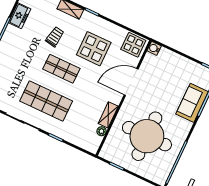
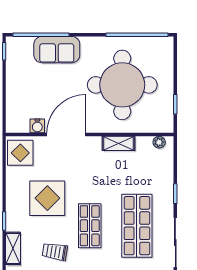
water cooler: (154, 48) -> (37, 126), moved
door: (131, 82) -> (66, 135), swing flipped
plant: (102, 131) -> (159, 142), moved

